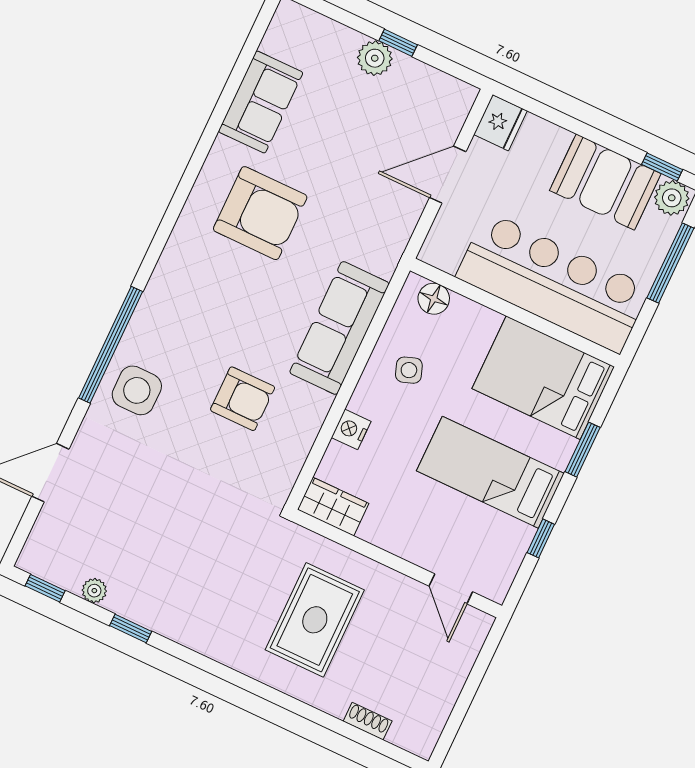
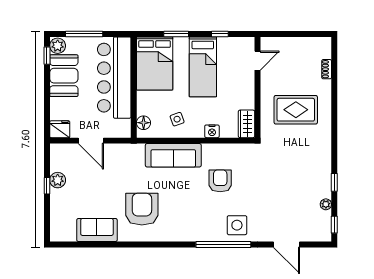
plant: (375, 58) -> (58, 180), moved

